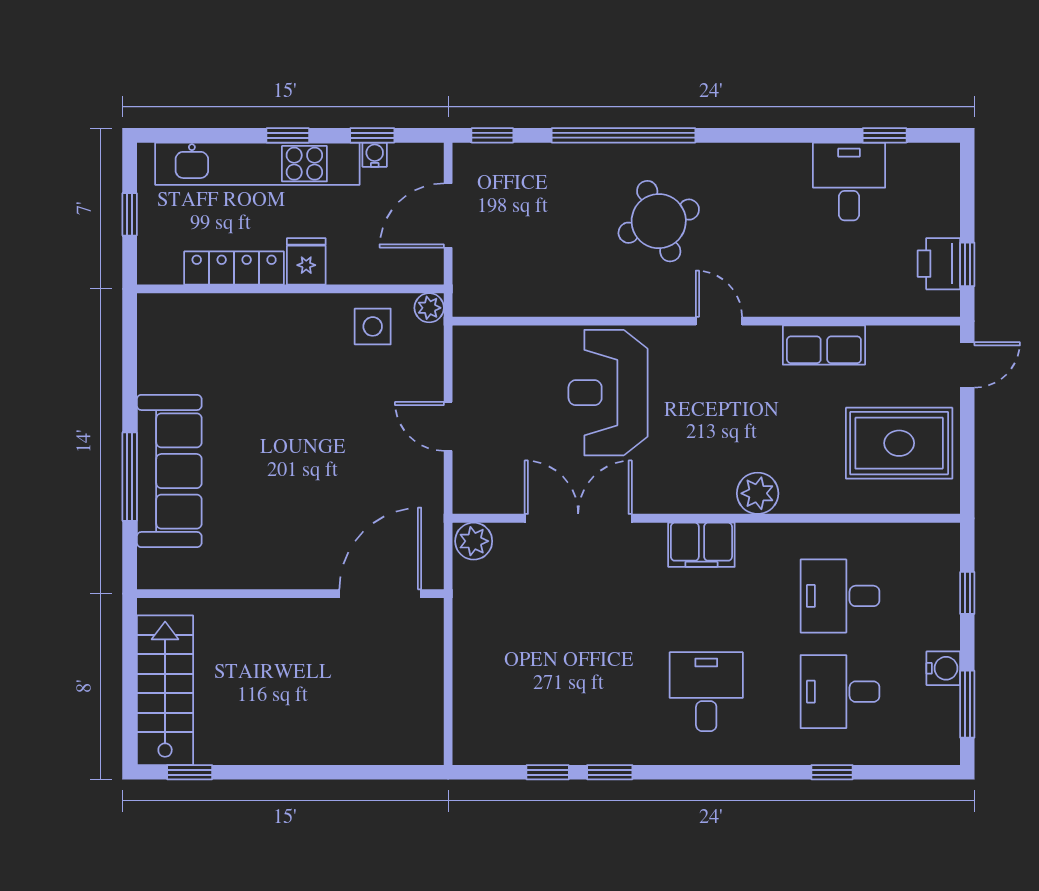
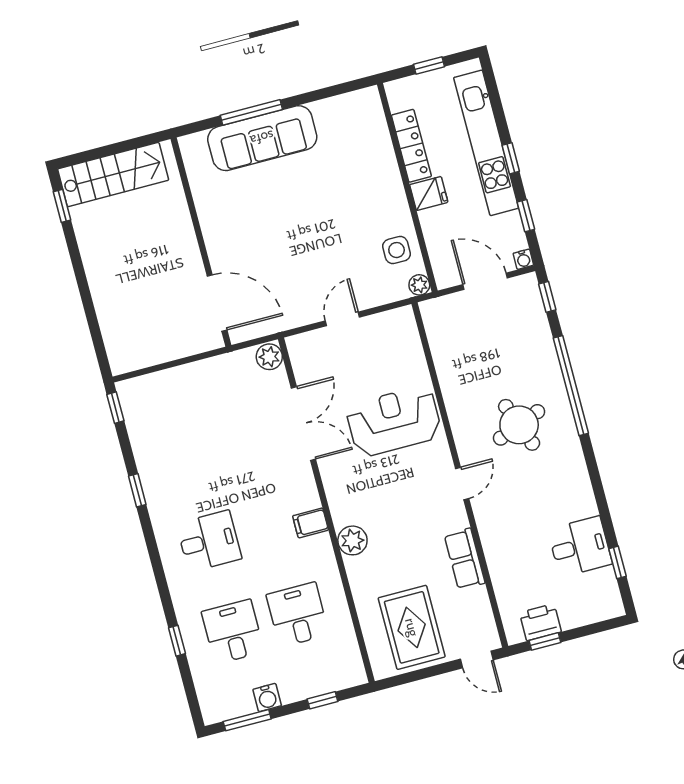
water cooler: (375, 155) -> (523, 259), moved, turned 90
filing cabinet: (701, 545) -> (311, 523), width x0.50
window: (548, 772) -> (115, 408), moved

